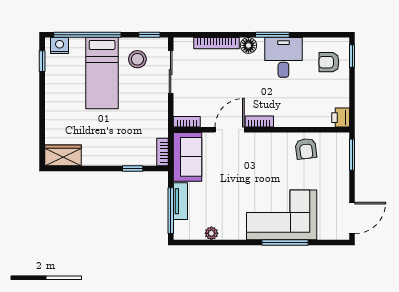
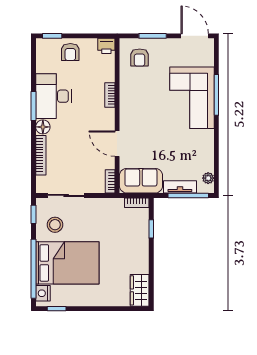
desk: (283, 57) -> (53, 96), width x1.37
armchair: (329, 62) -> (70, 52), moved
bed: (102, 73) -> (67, 263), width x1.50
bookcase: (259, 122) -> (110, 95), moved
armchair: (306, 149) -> (140, 58), moved, turned 97
window: (352, 155) -> (153, 36), moved
plant: (211, 233) -> (208, 178), moved

